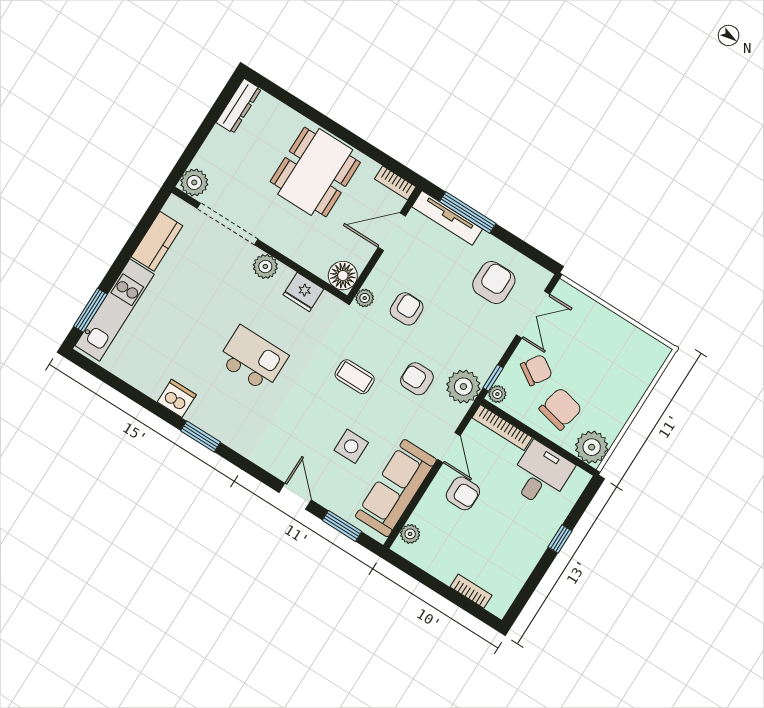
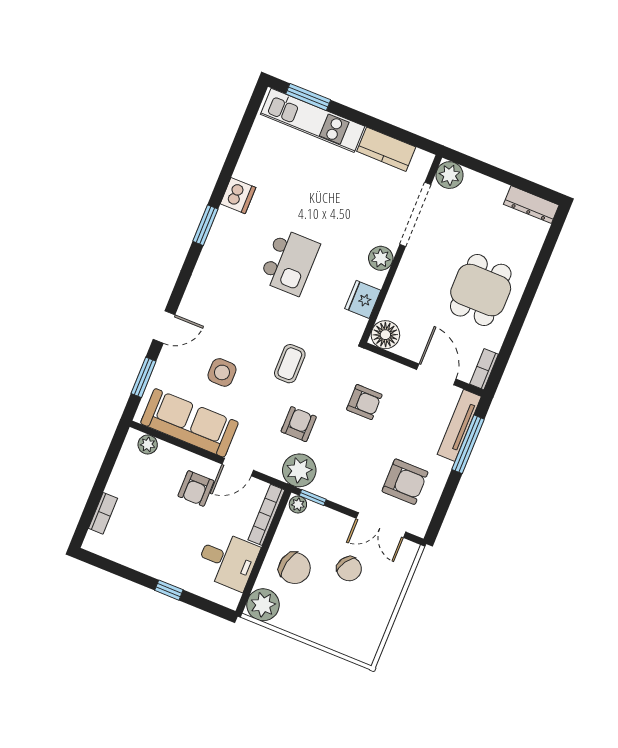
dining table: (315, 172) -> (481, 290), width x0.73
plant: (365, 298) -> (368, 360), removed
chair: (536, 370) -> (349, 569), moved

